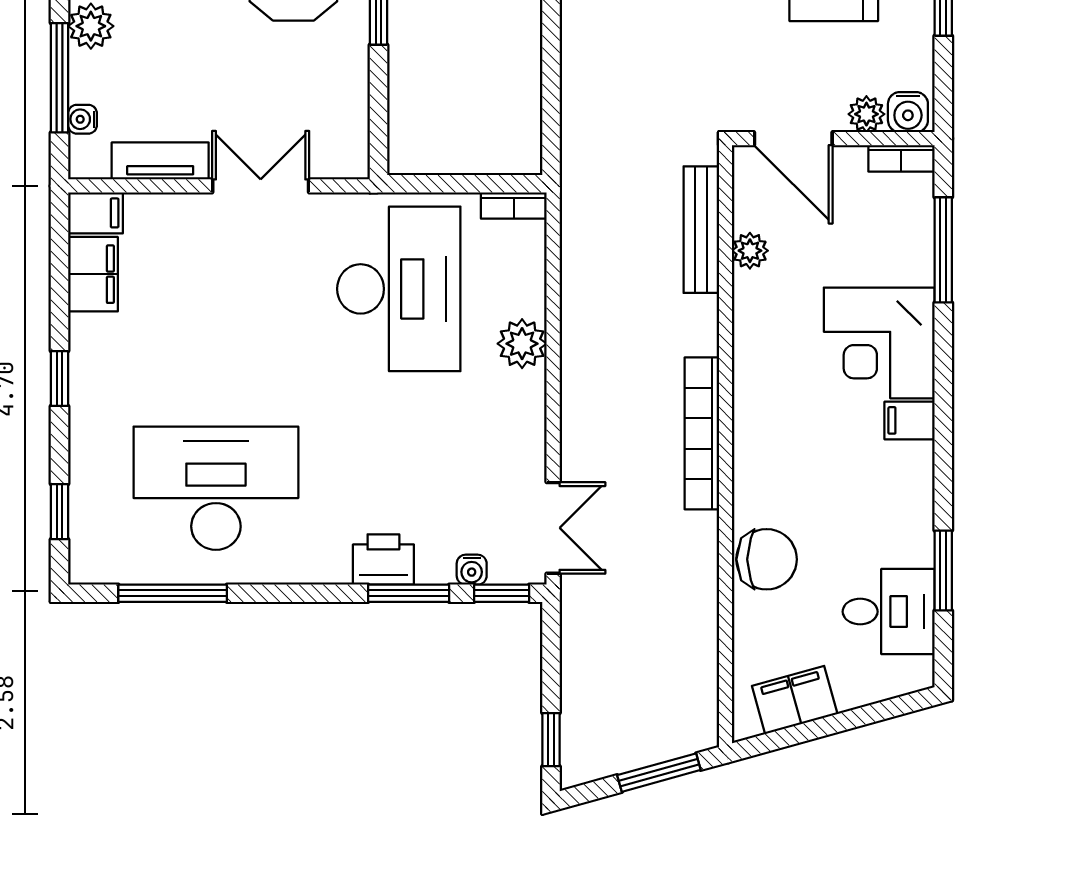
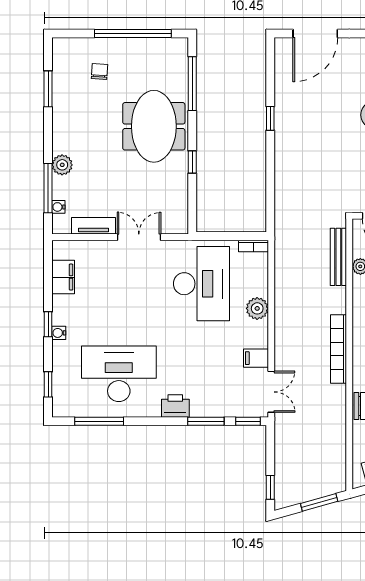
filing cabinet: (95, 213) -> (256, 358), moved, turned 180
printer: (383, 560) -> (175, 406), moved
water cooler: (472, 570) -> (59, 333), moved, turned 90

